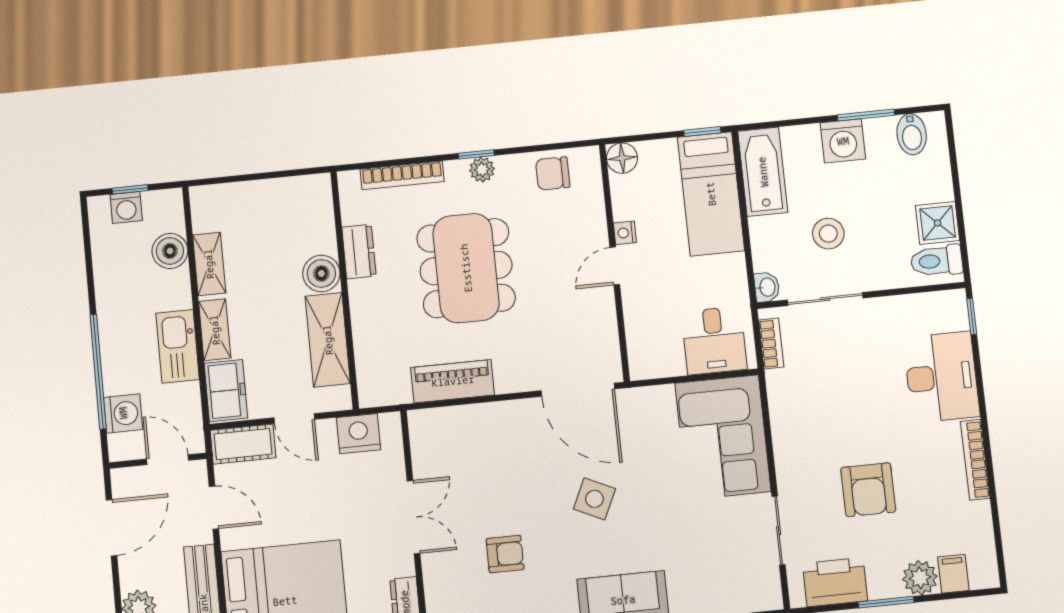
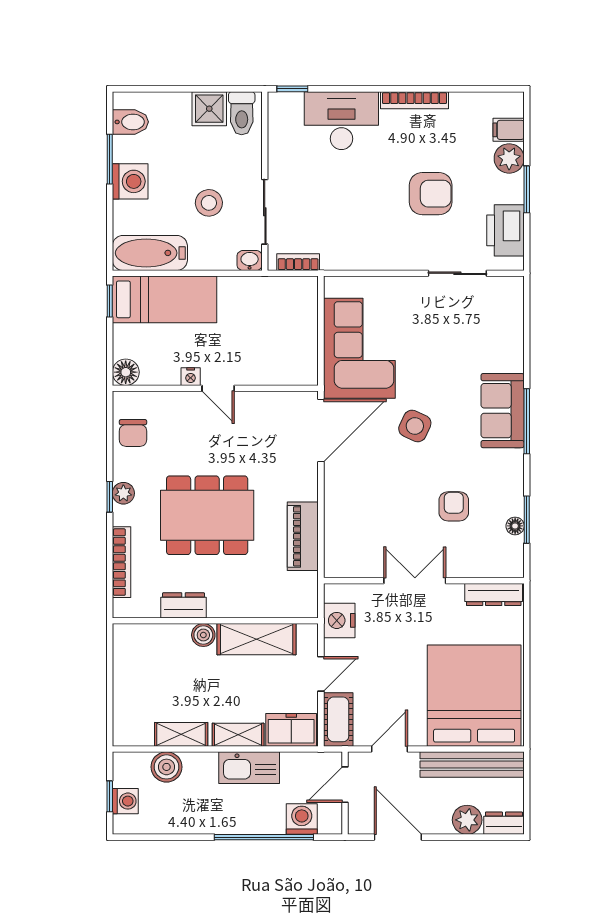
boiler: (321, 273) -> (203, 635), width x0.73, depth x0.73
desk: (714, 341) -> (291, 310), removed
corner sofa: (723, 437) -> (359, 348), moved, turned -90

